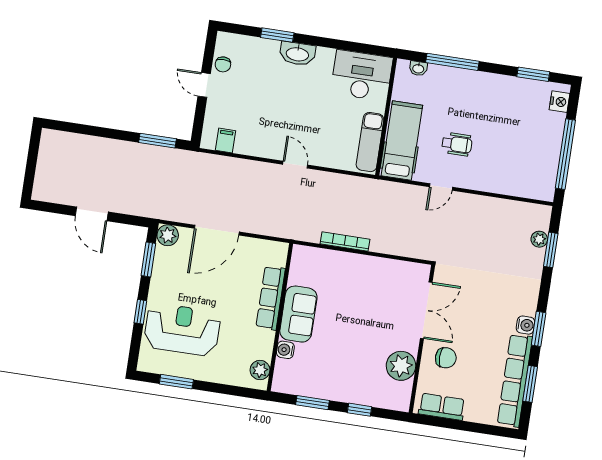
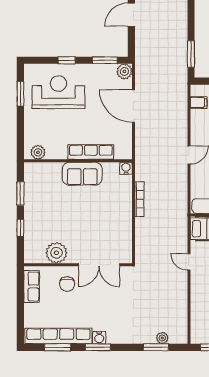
reception desk: (182, 330) -> (58, 92), turned -90
water cooler: (285, 350) -> (126, 168), moved

